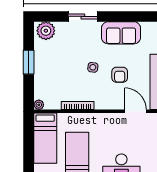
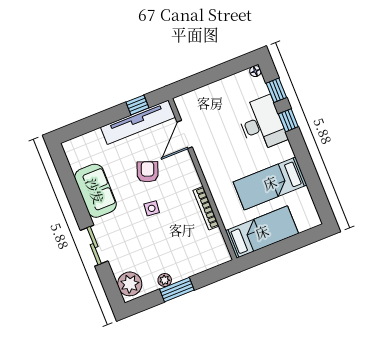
armchair: (120, 75) -> (148, 172), turned -69
plant: (39, 105) -> (165, 280), moved

